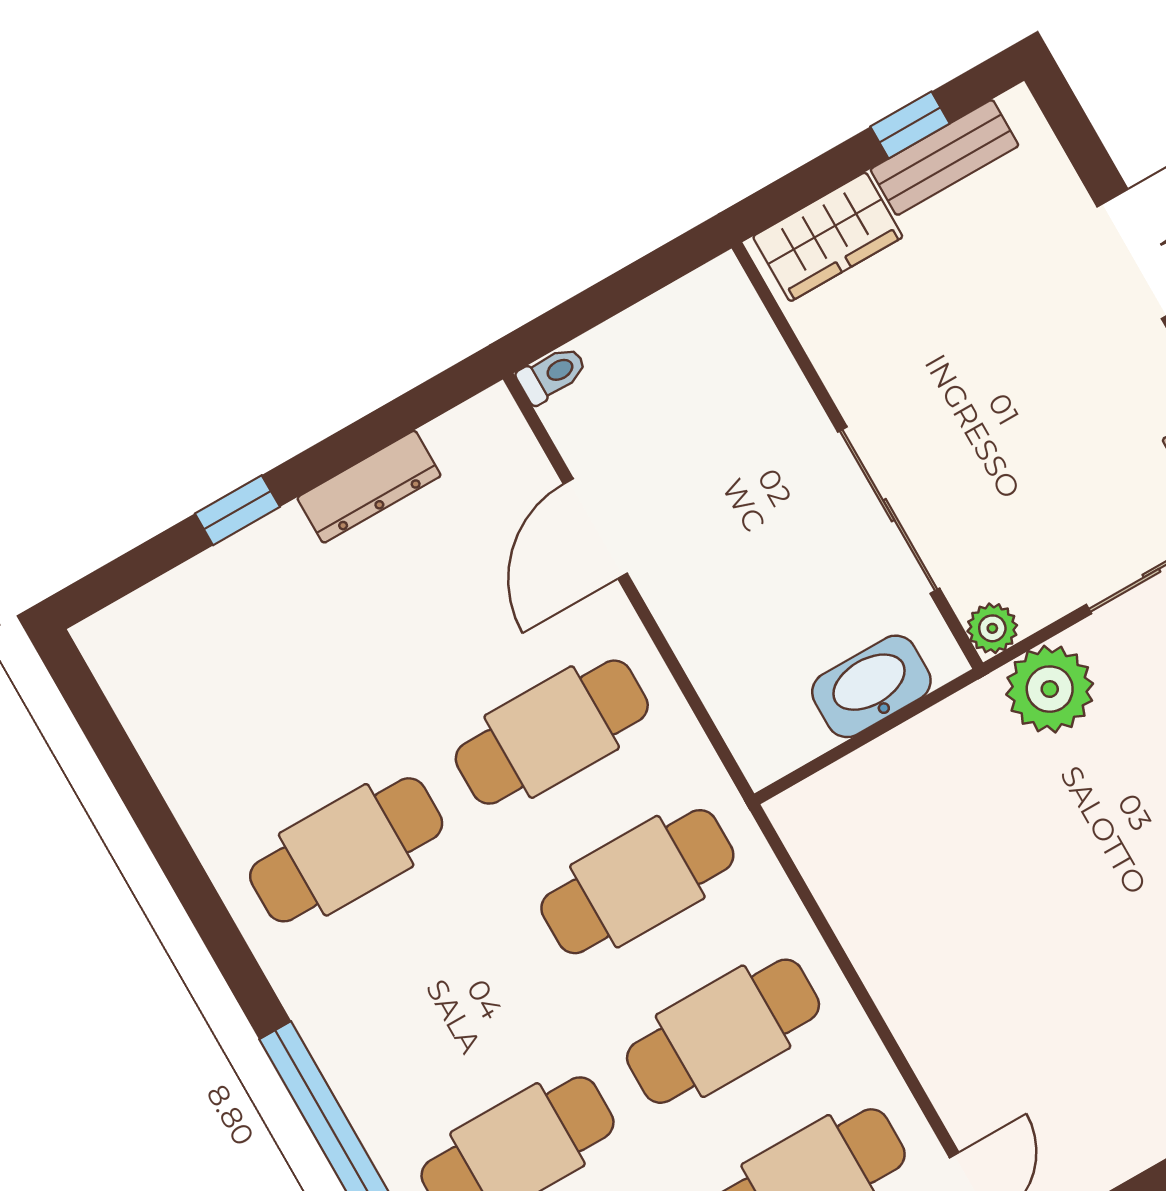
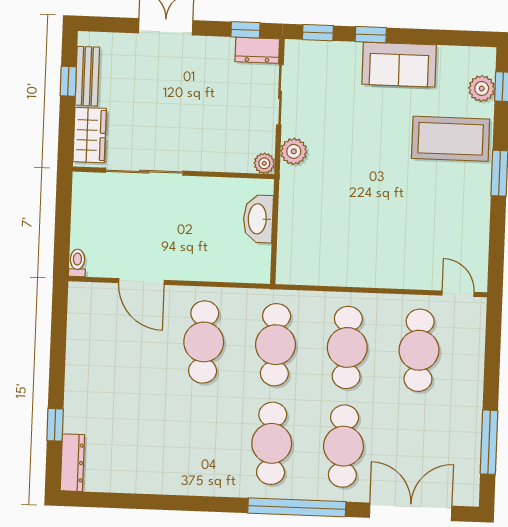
dresser: (369, 487) -> (72, 463), moved
window: (237, 510) -> (55, 425), moved
sliding door: (889, 510) -> (144, 172), moved
plant: (1050, 689) -> (294, 151), width x0.73, depth x0.73
cafe table: (346, 850) -> (272, 443), moved

